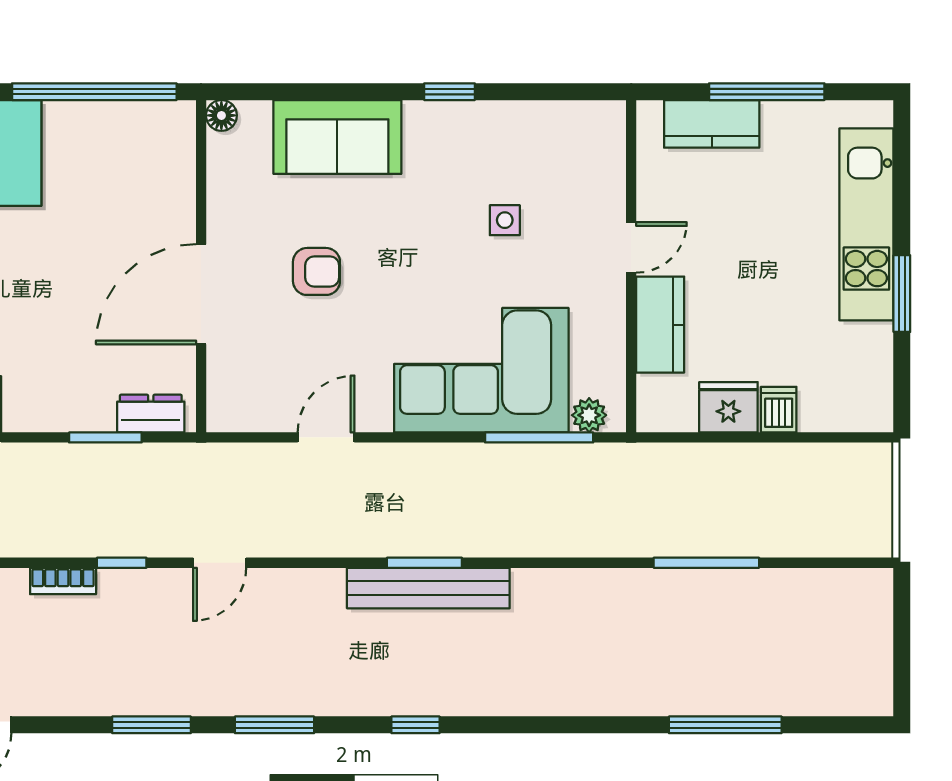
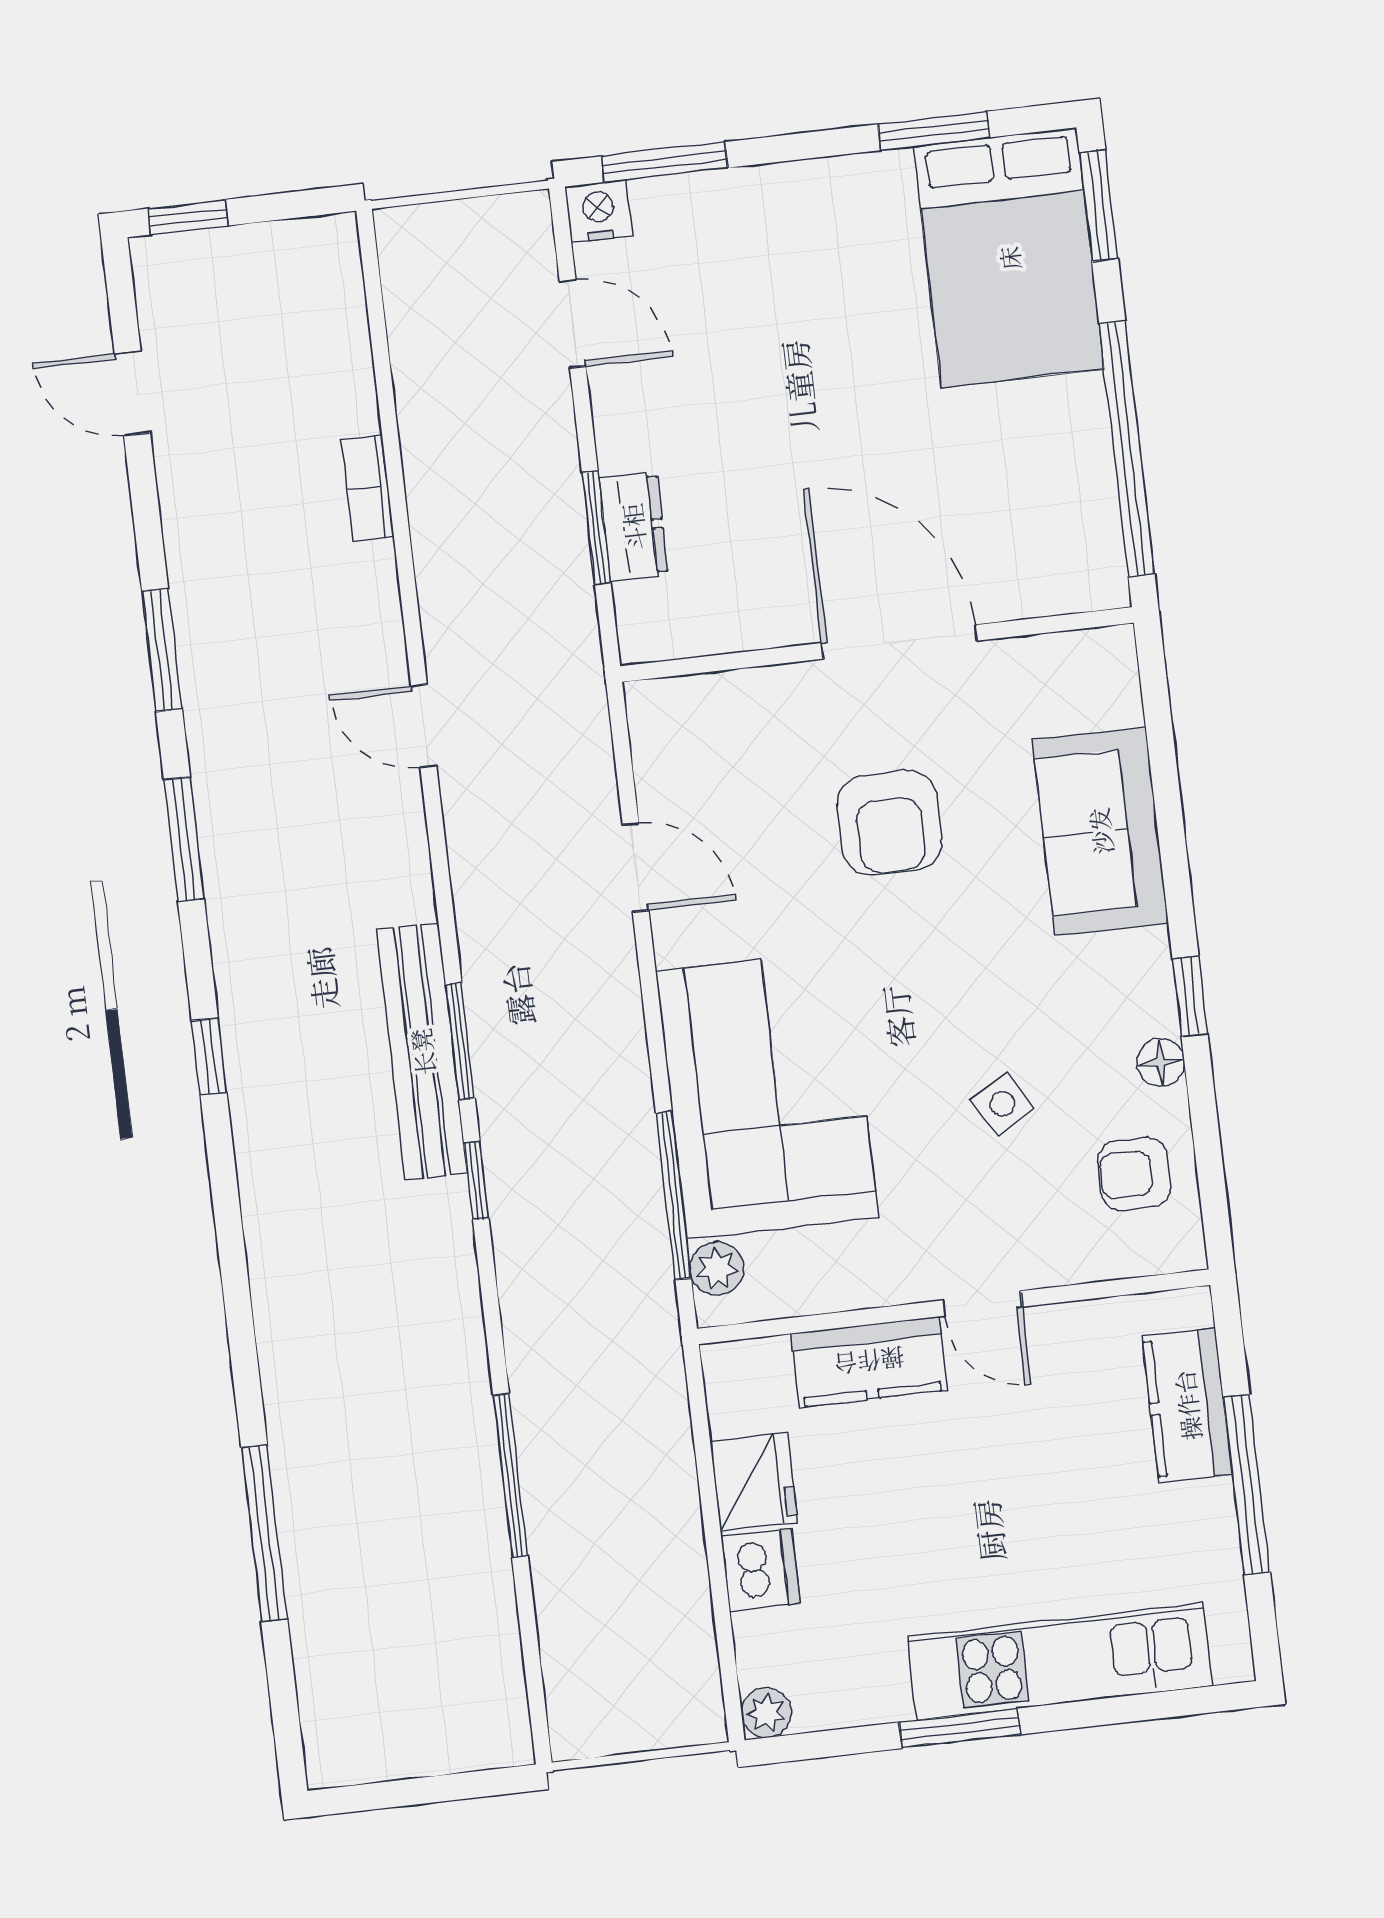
floor lamp: (221, 115) -> (1161, 1062), moved
armchair: (559, 141) -> (1134, 1174), added
side table: (505, 220) -> (1002, 1104), turned -31
armchair: (316, 271) -> (890, 823), width x1.38, depth x1.38
door: (201, 294) -> (899, 642), moved
dishwasher: (779, 410) -> (760, 1570), width x1.38
dresser: (151, 414) -> (633, 527), moved
plant: (877, 416) -> (766, 1713), added
window: (122, 563) -> (476, 1181), moved

